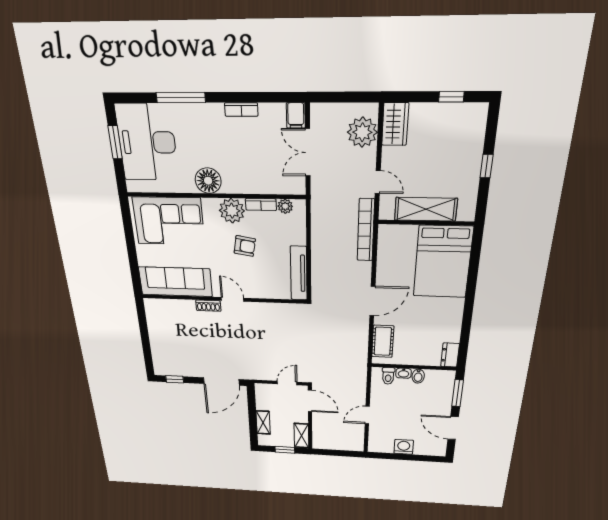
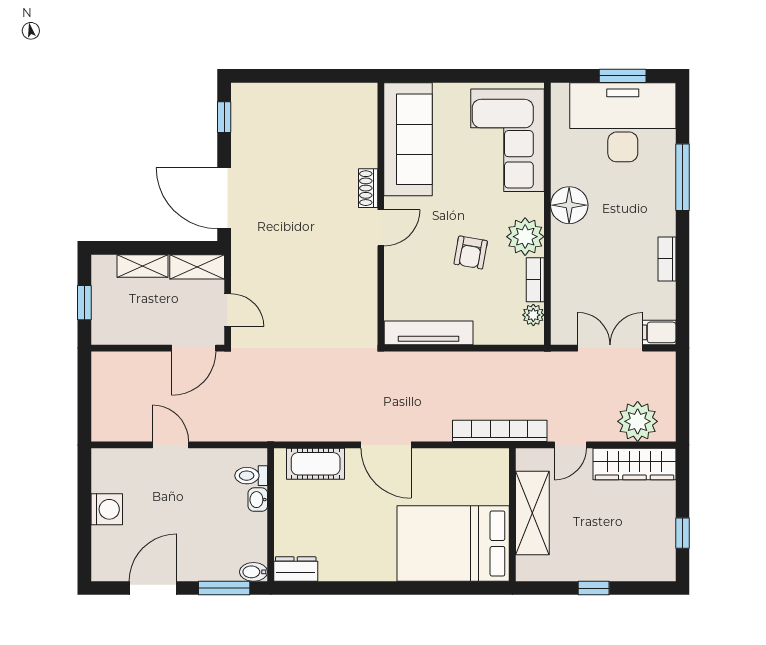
wardrobe: (395, 124) -> (634, 464), width x1.50
bidet: (418, 376) -> (254, 572), moved
shelving: (301, 436) -> (197, 267), moved

